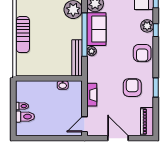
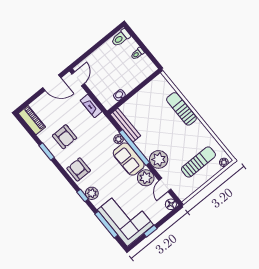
toilet: (25, 117) -> (121, 38), moved
door: (118, 138) -> (52, 83), moved

